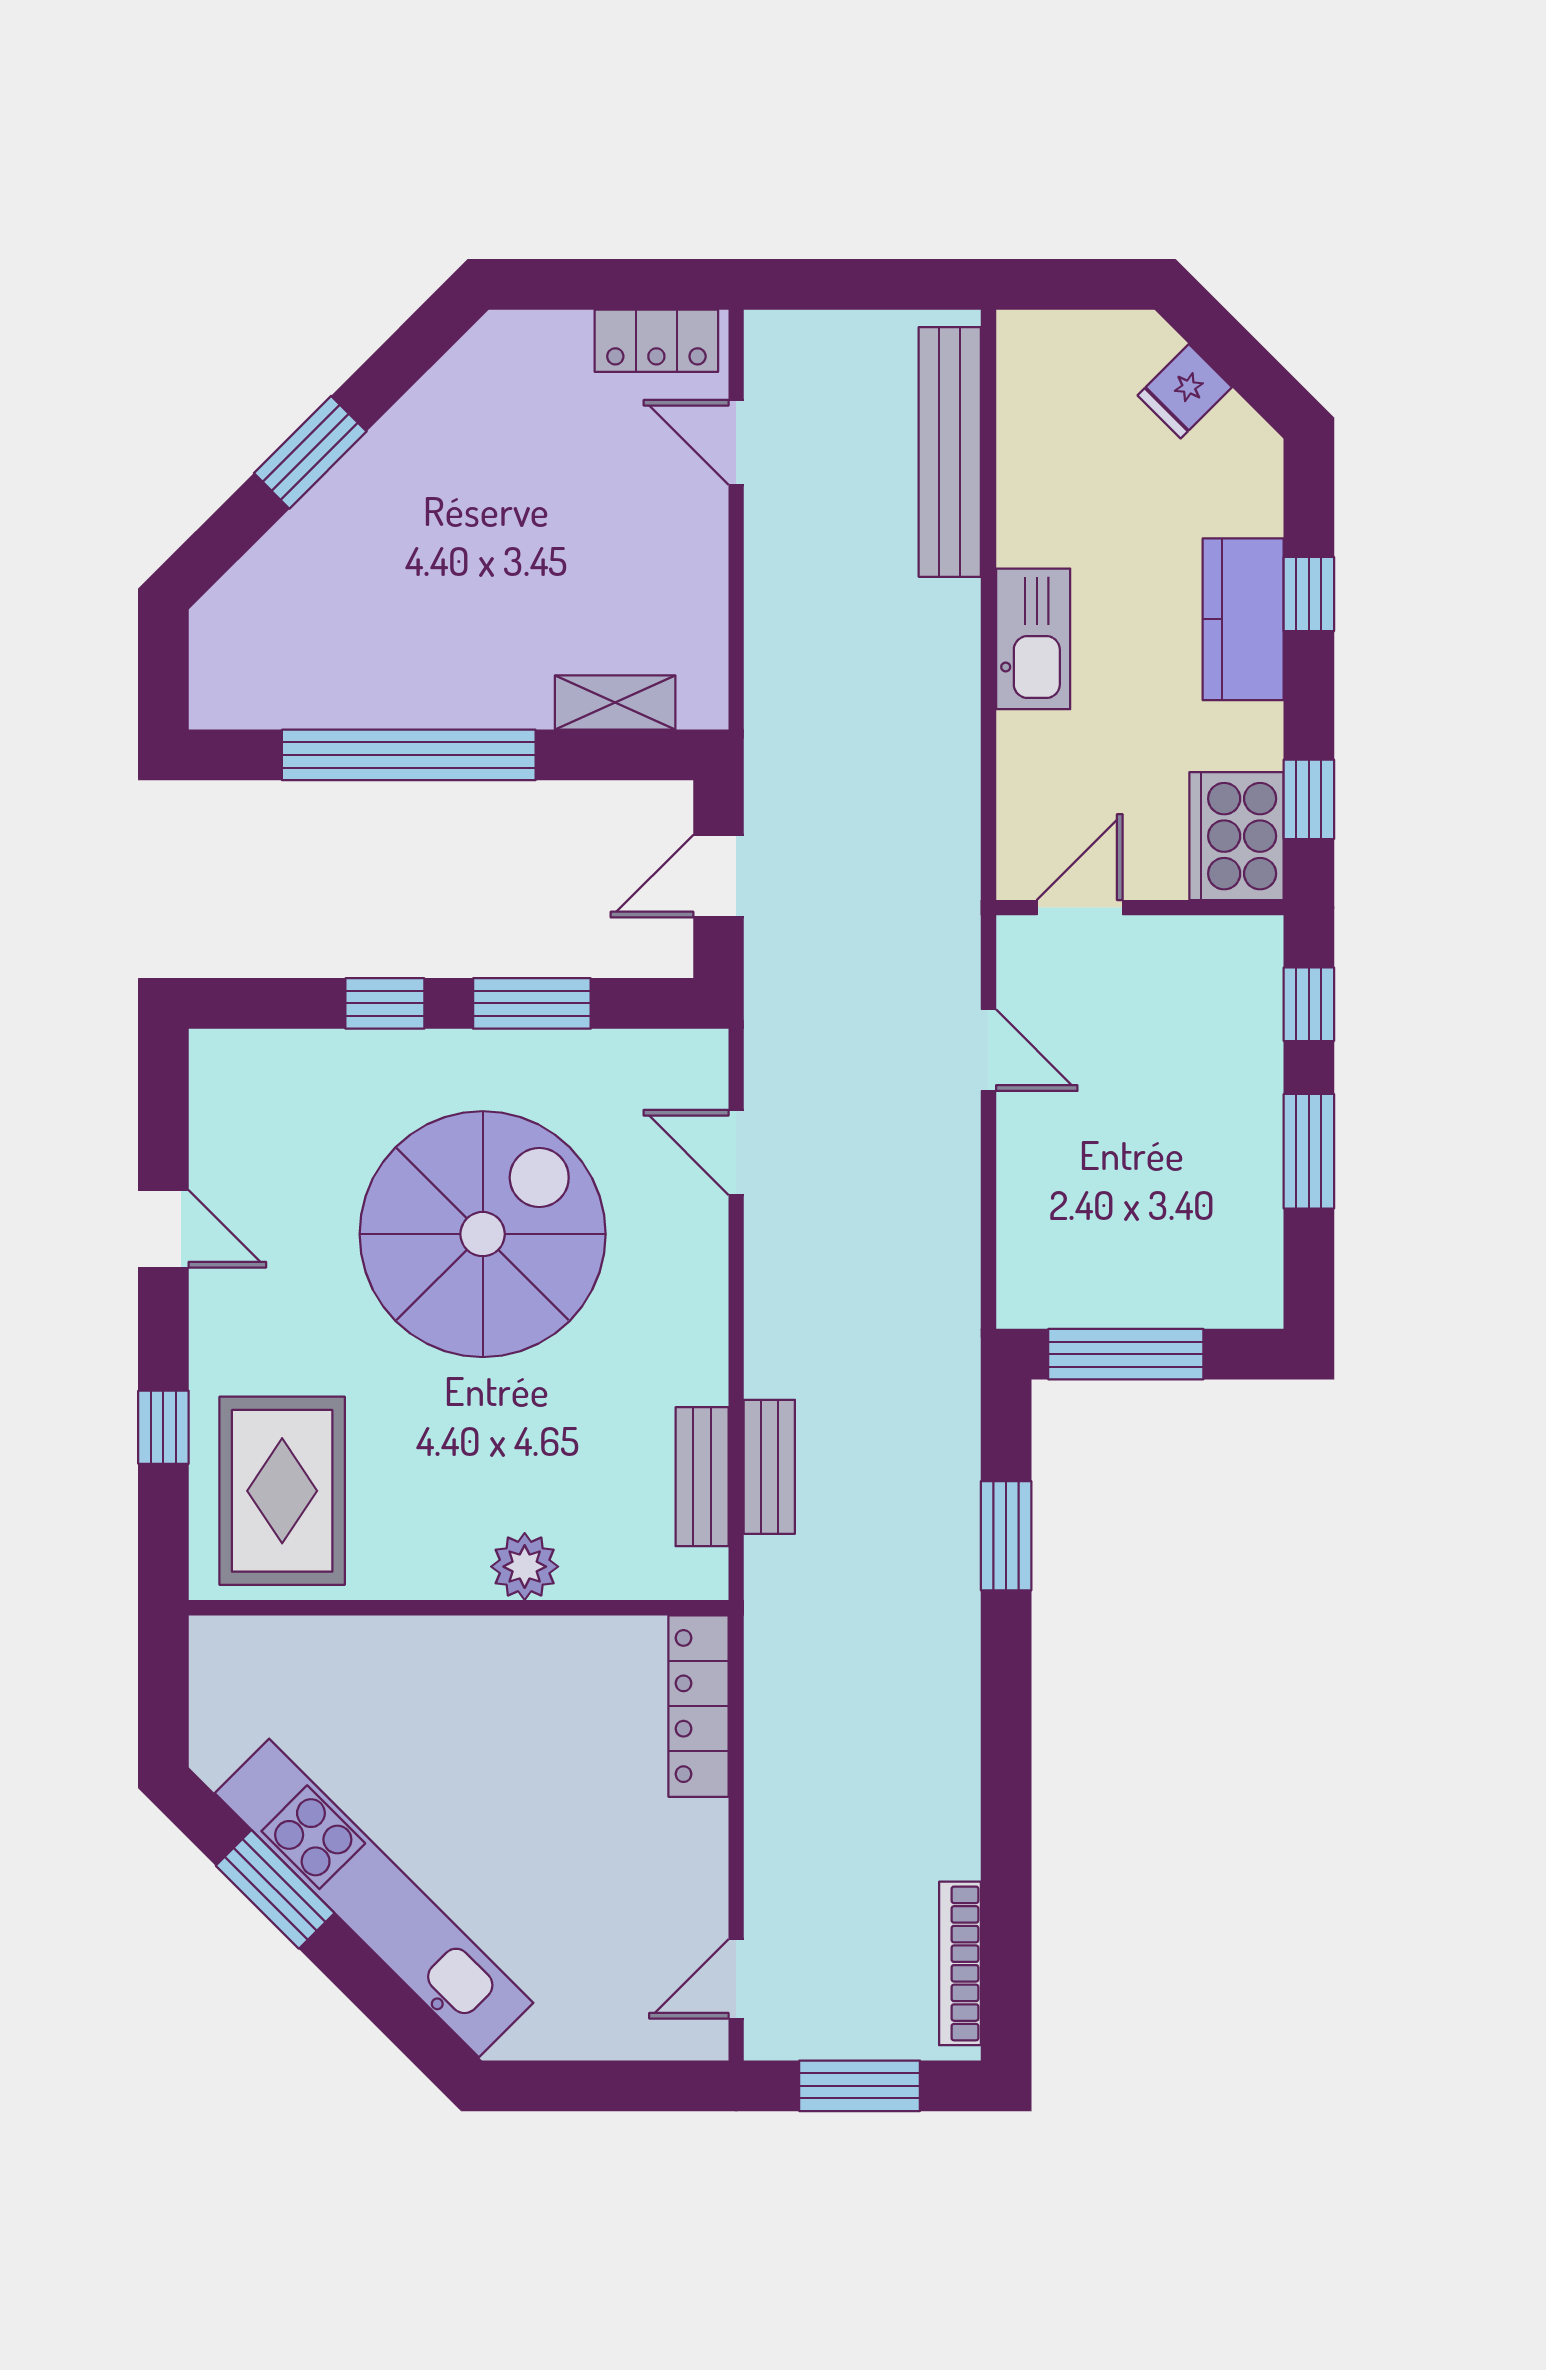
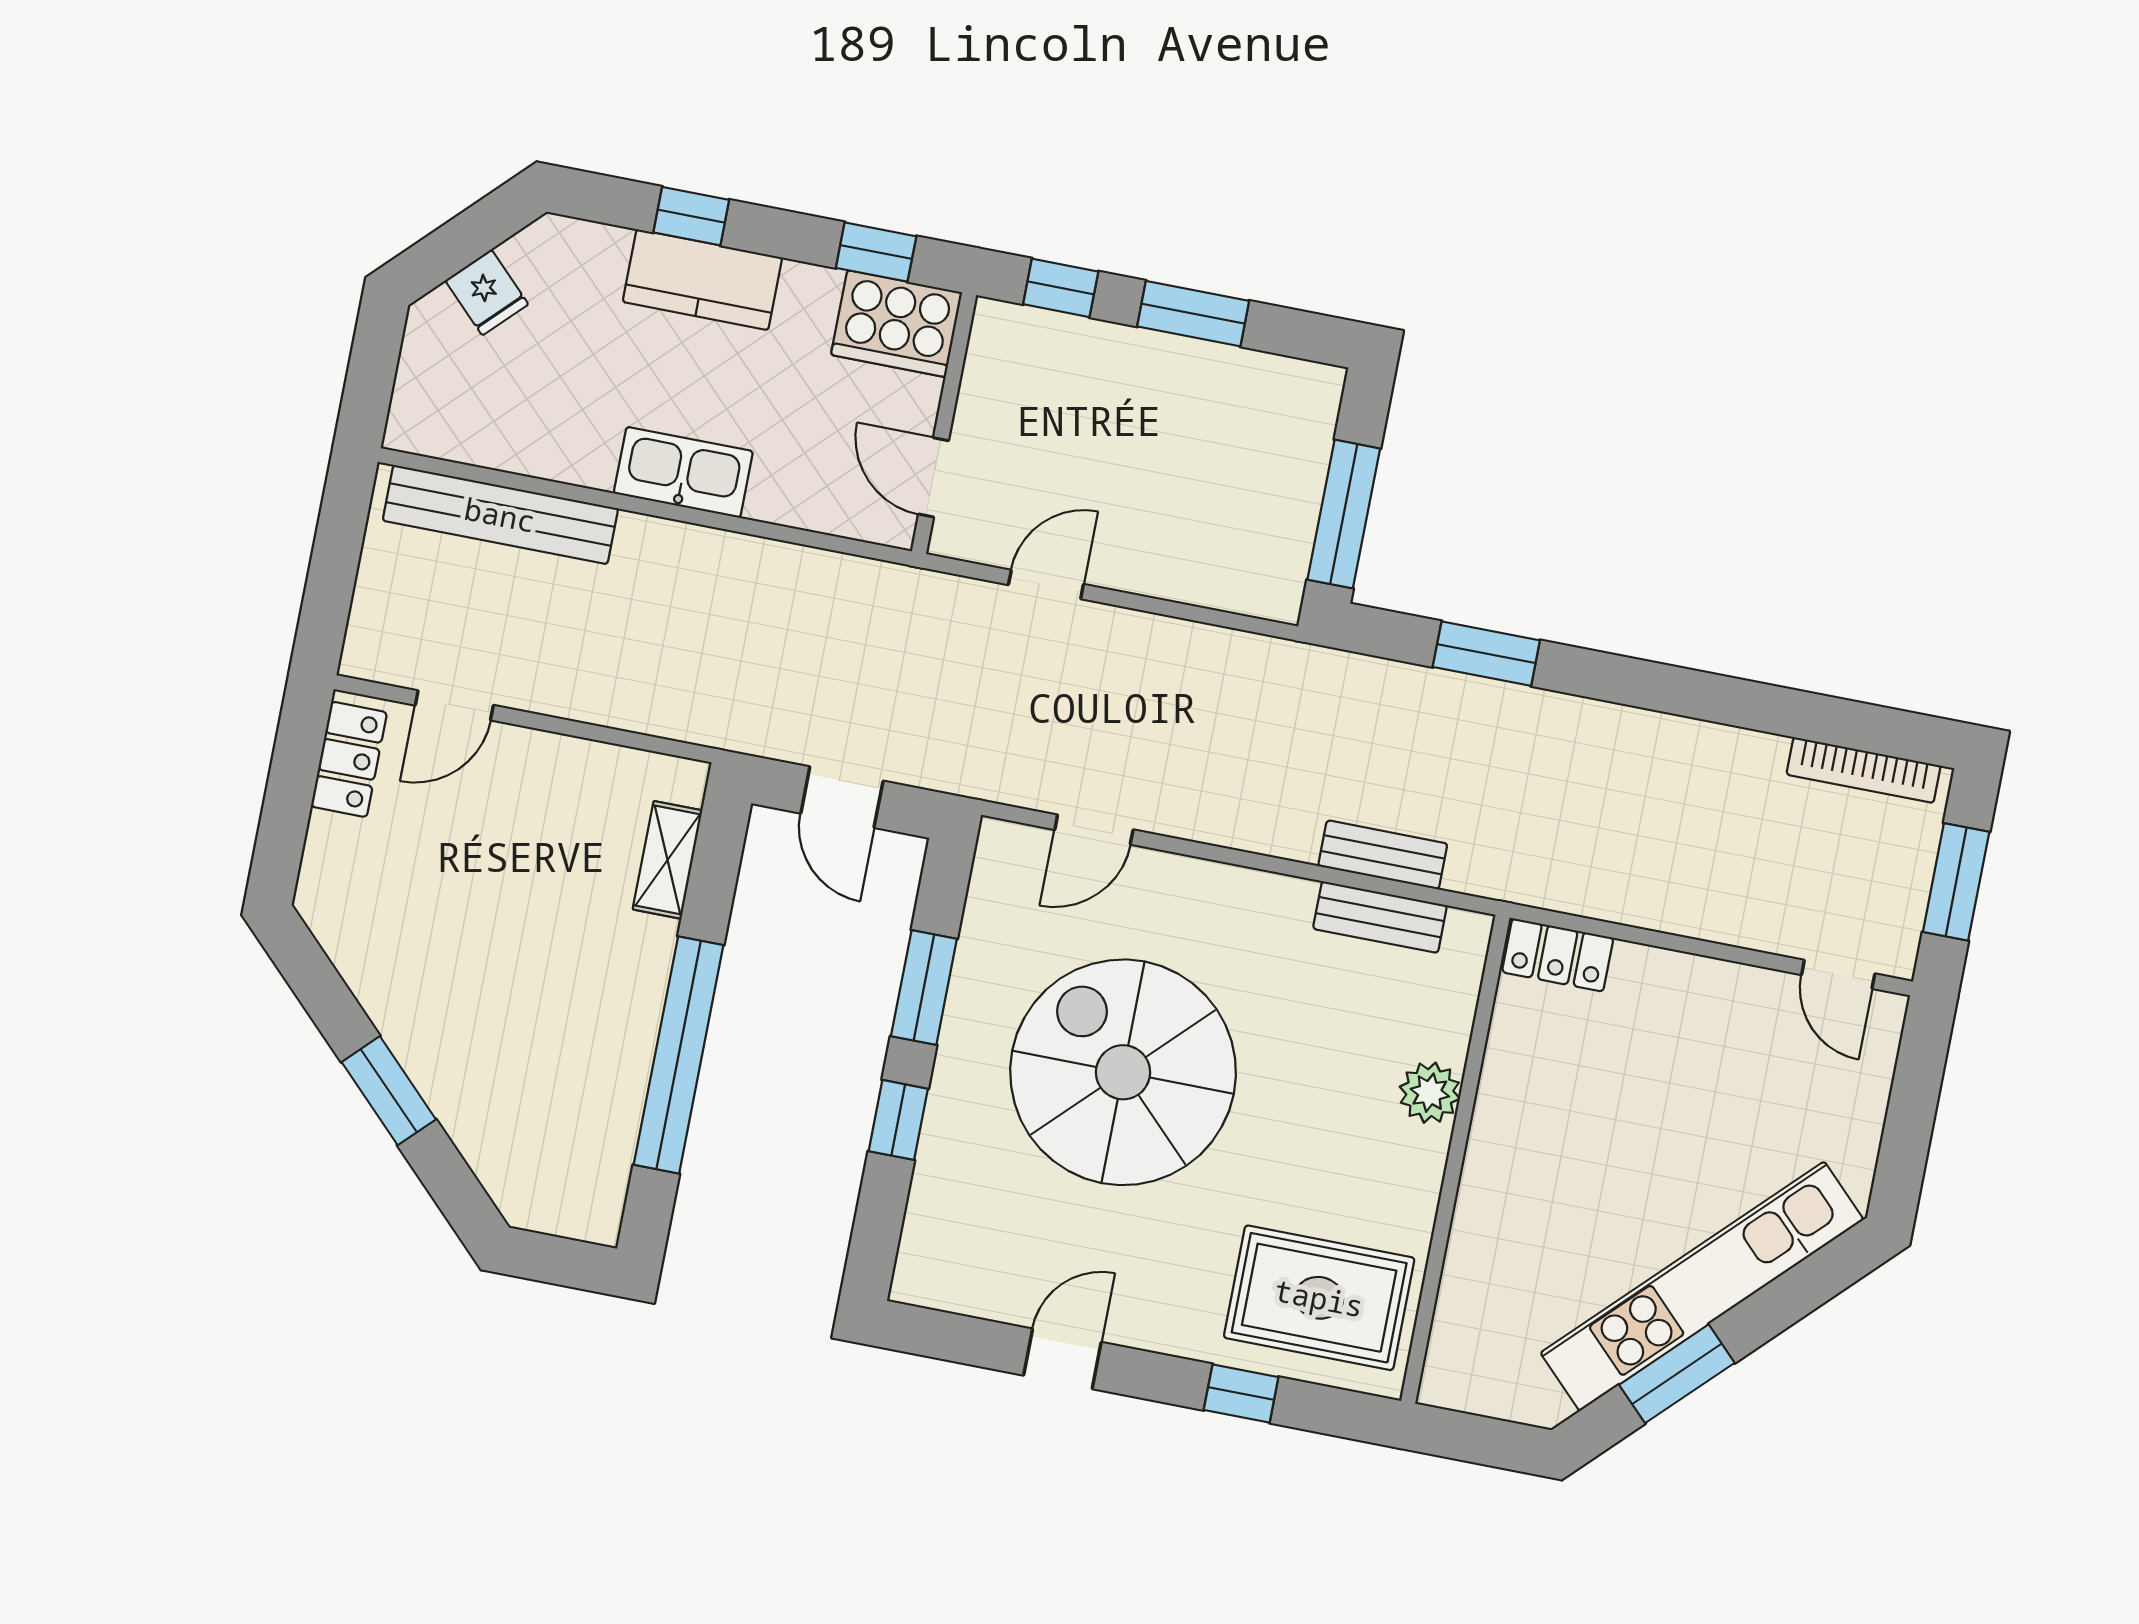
locker: (699, 1706) -> (1558, 955), width x0.66

